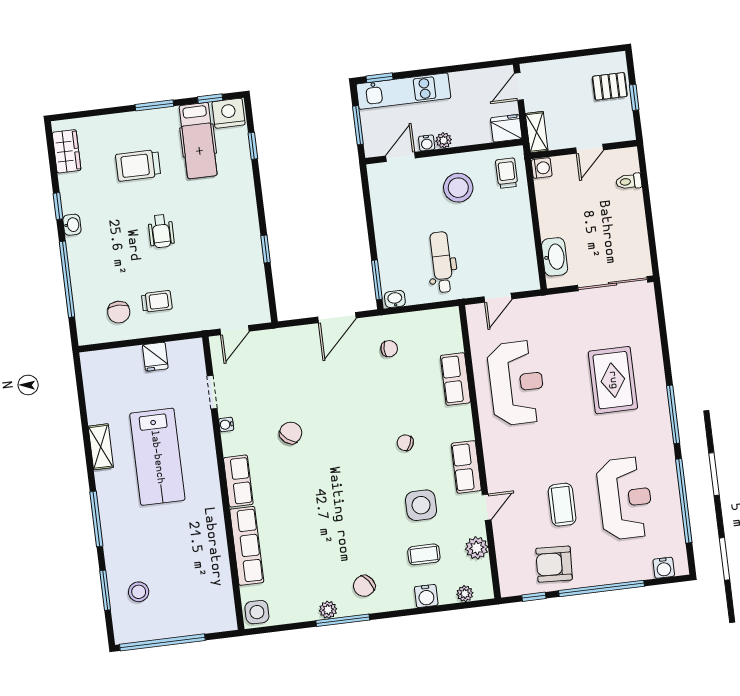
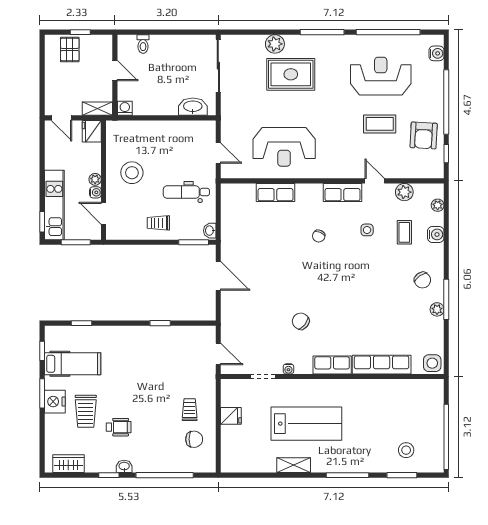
nightstand: (229, 113) -> (55, 402), moved
trolley: (507, 173) -> (158, 223), moved
wheelchair: (161, 231) -> (119, 427), moved
chair: (389, 349) -> (247, 239), removed
plant: (650, 354) -> (275, 44), added
reception desk: (517, 383) -> (284, 147), turned 180
side table: (421, 505) -> (367, 230), width x0.54, depth x0.54

